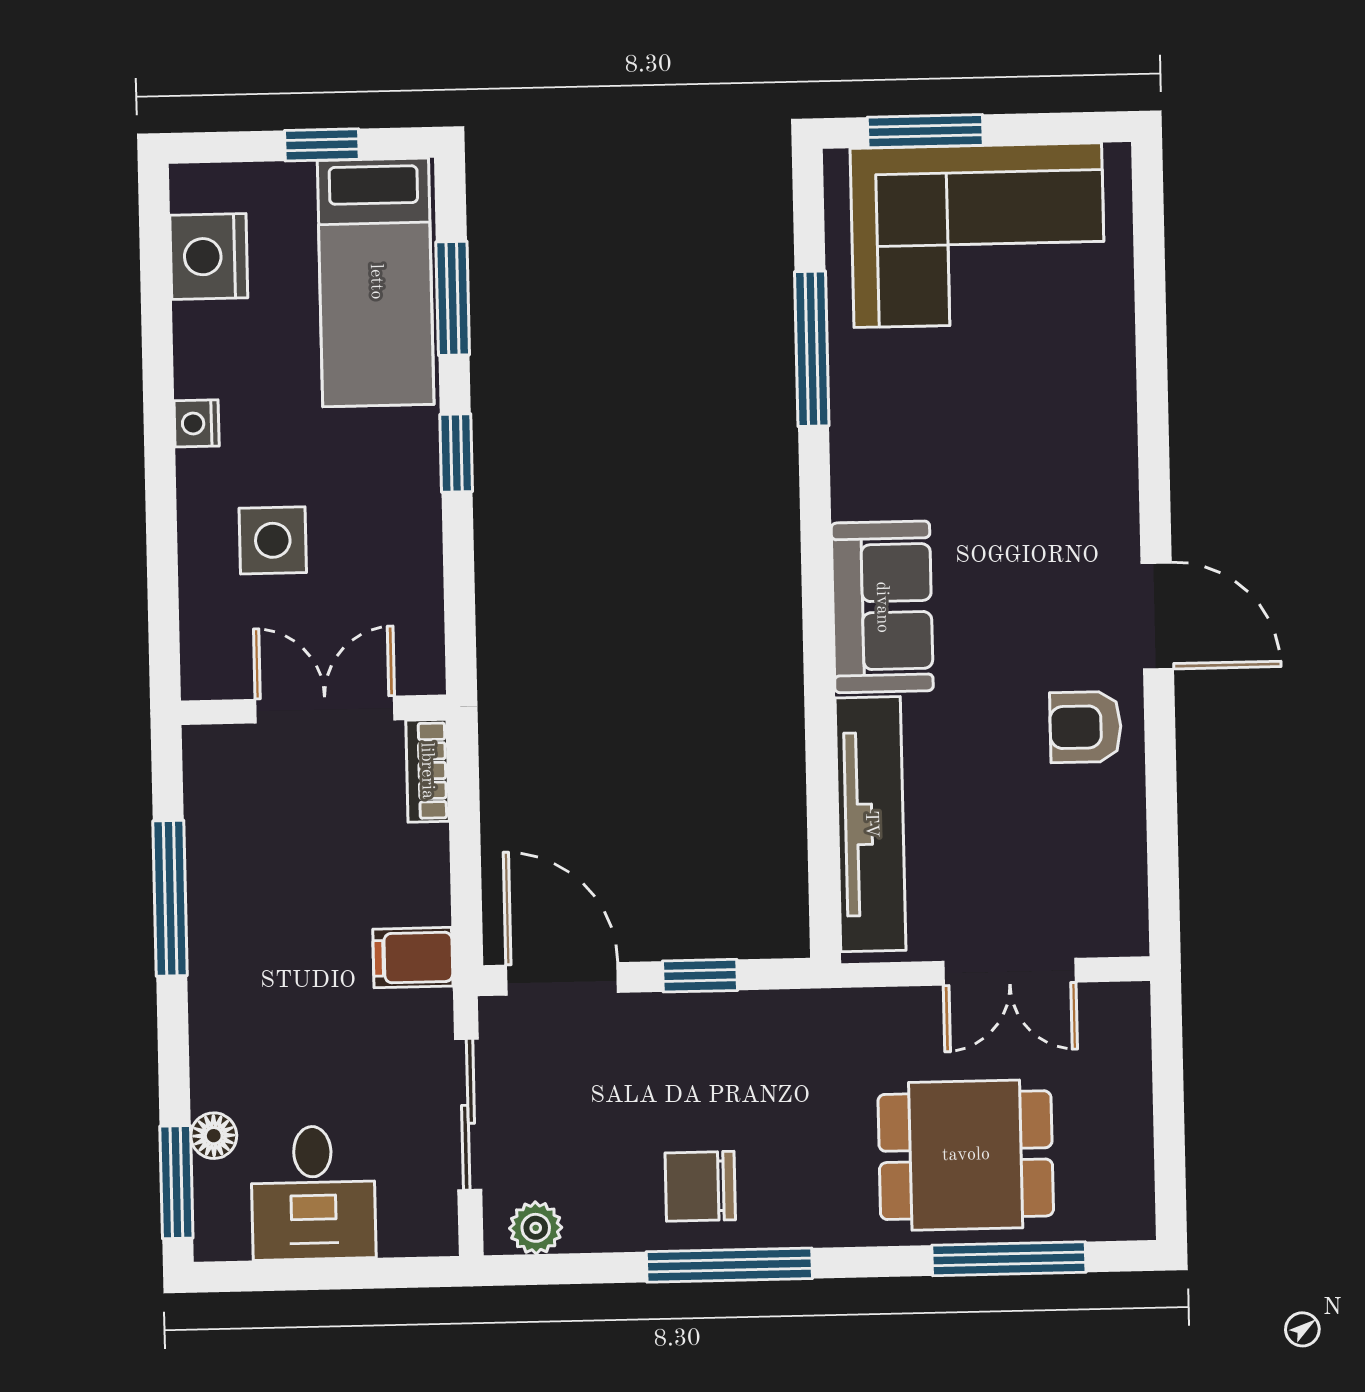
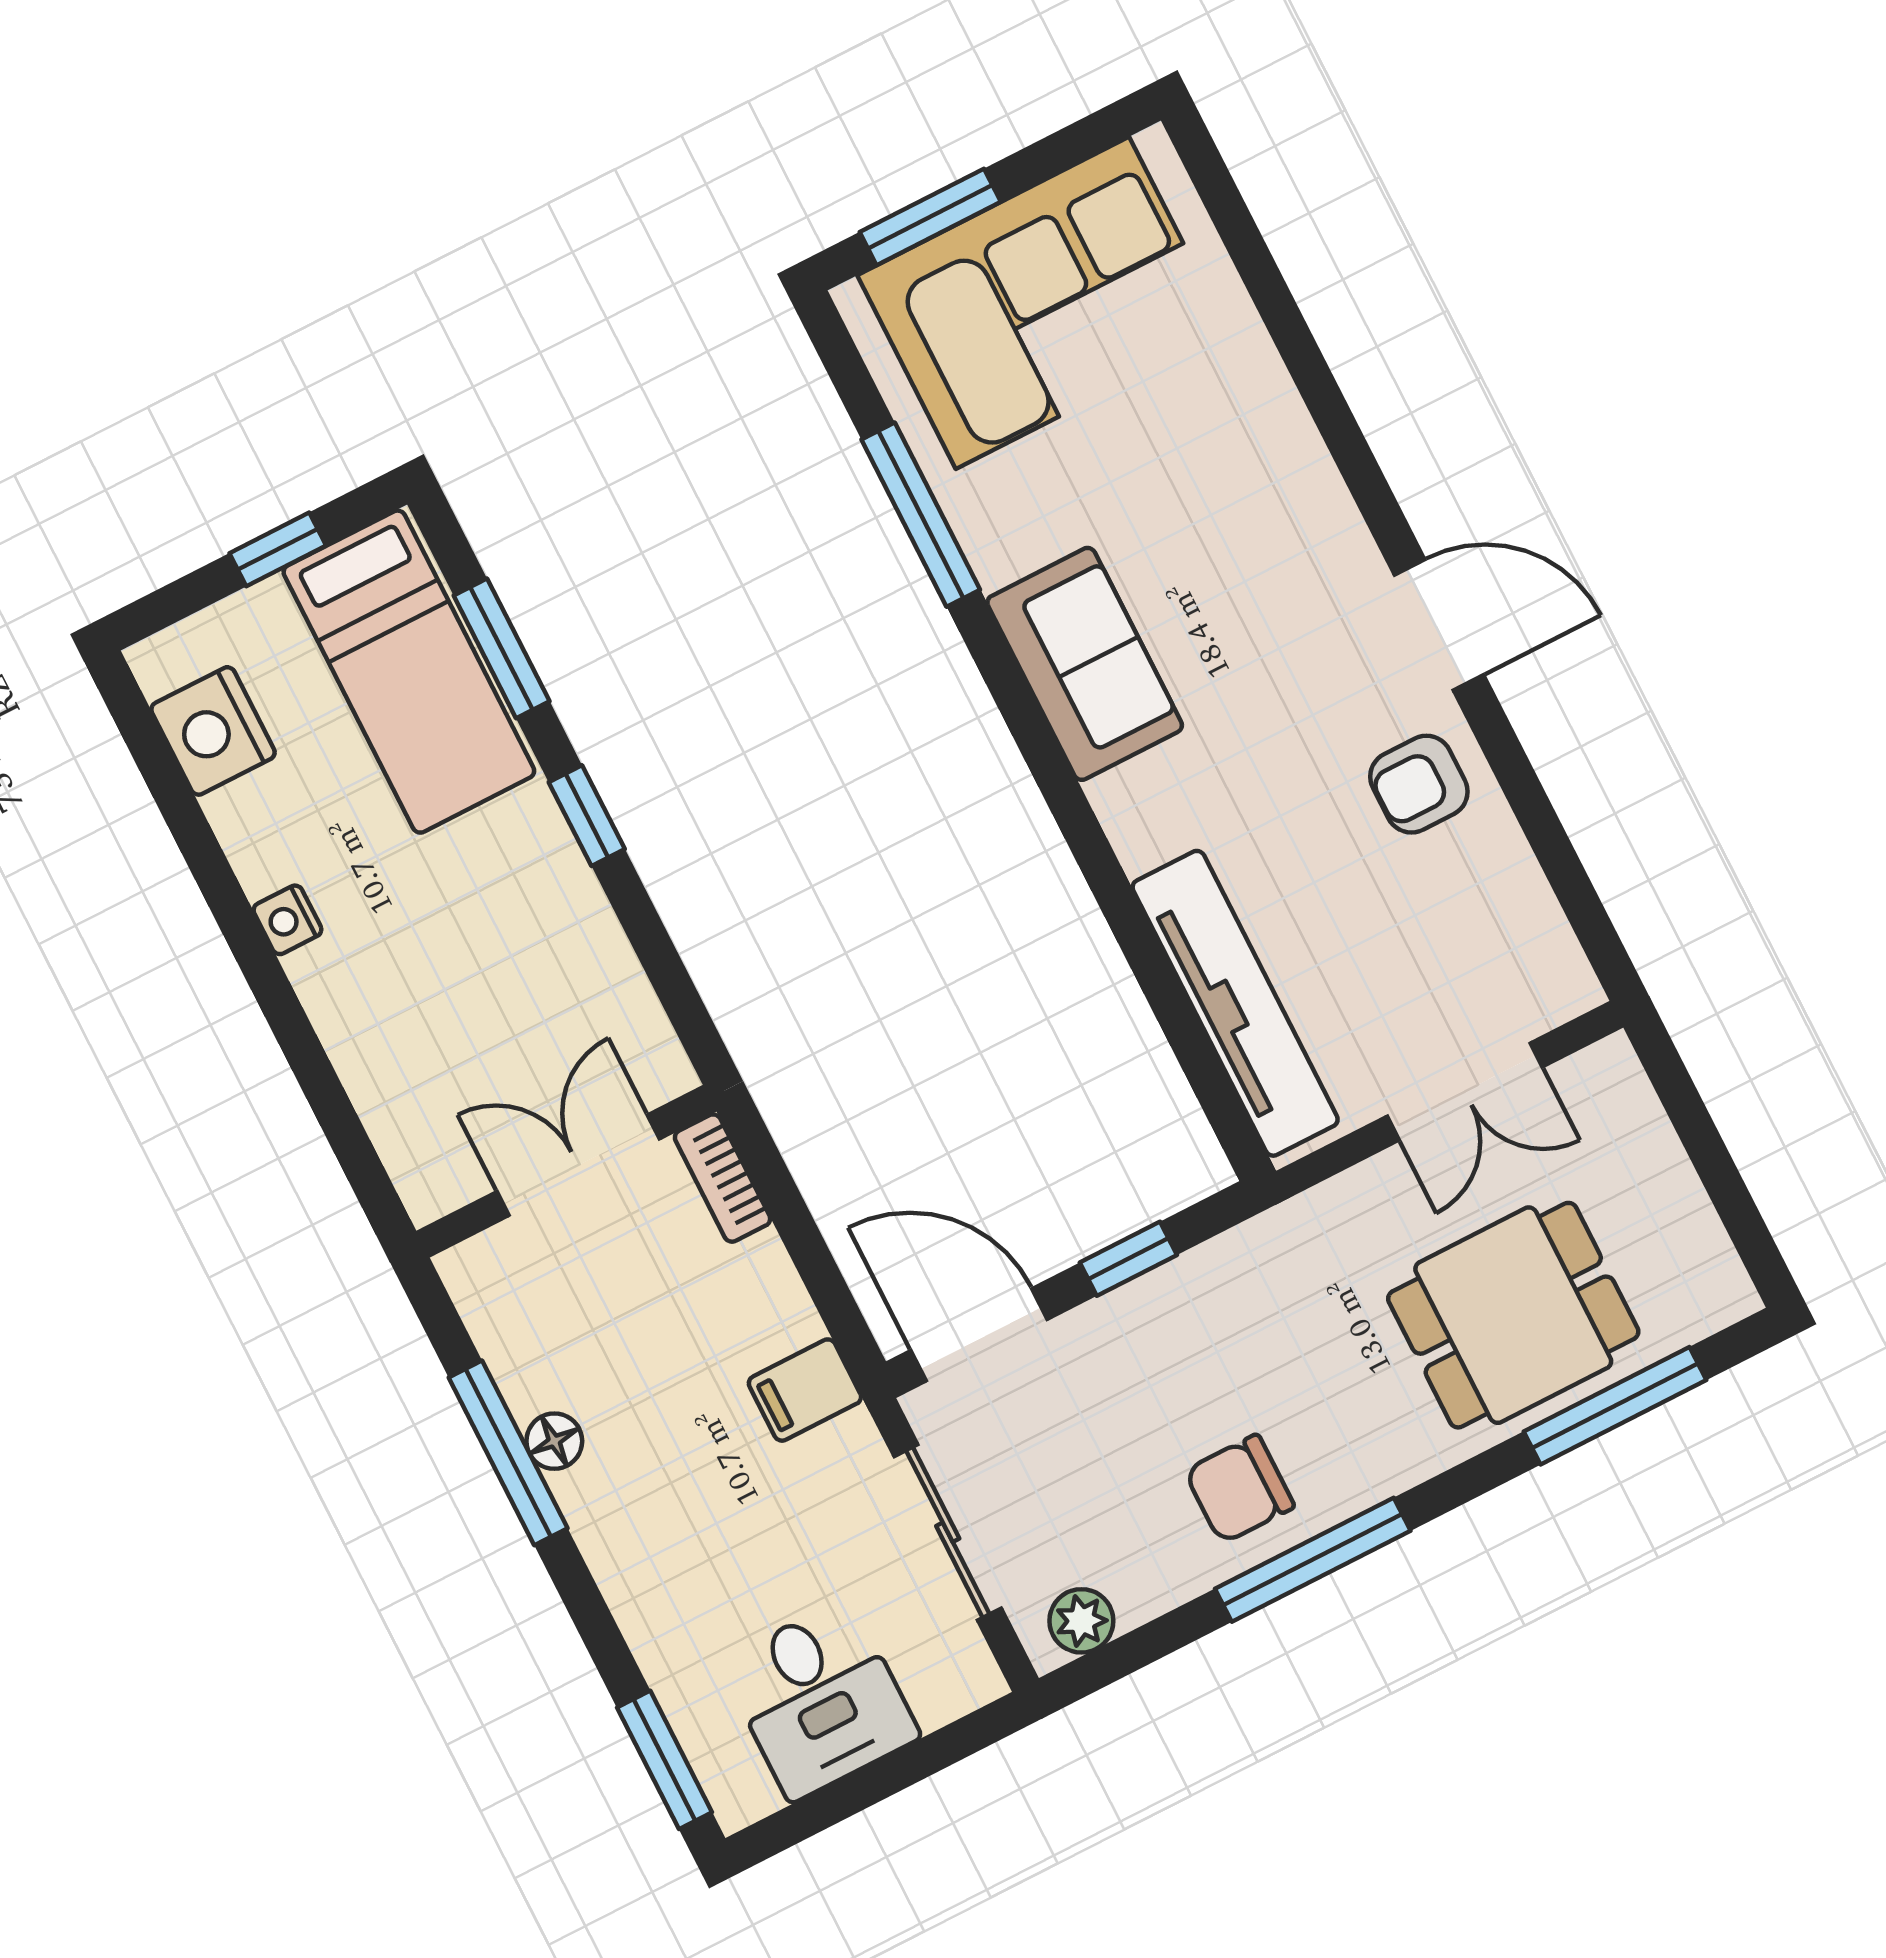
side table: (273, 540) -> (432, 1008), removed
sofa: (882, 607) -> (1085, 664), moved
floor lamp: (214, 1136) -> (554, 1441), moved

